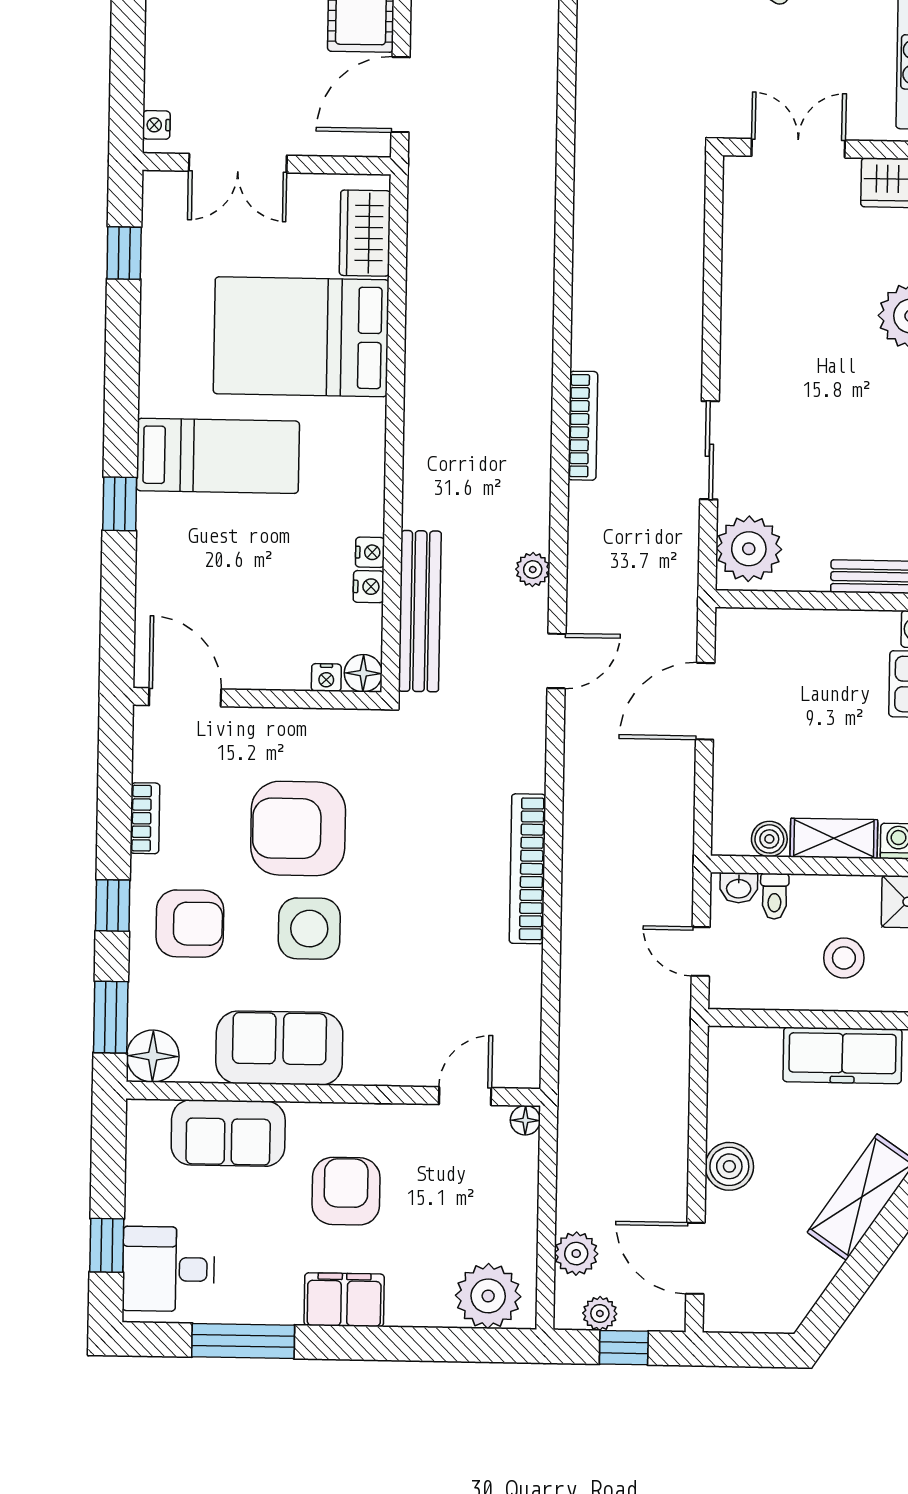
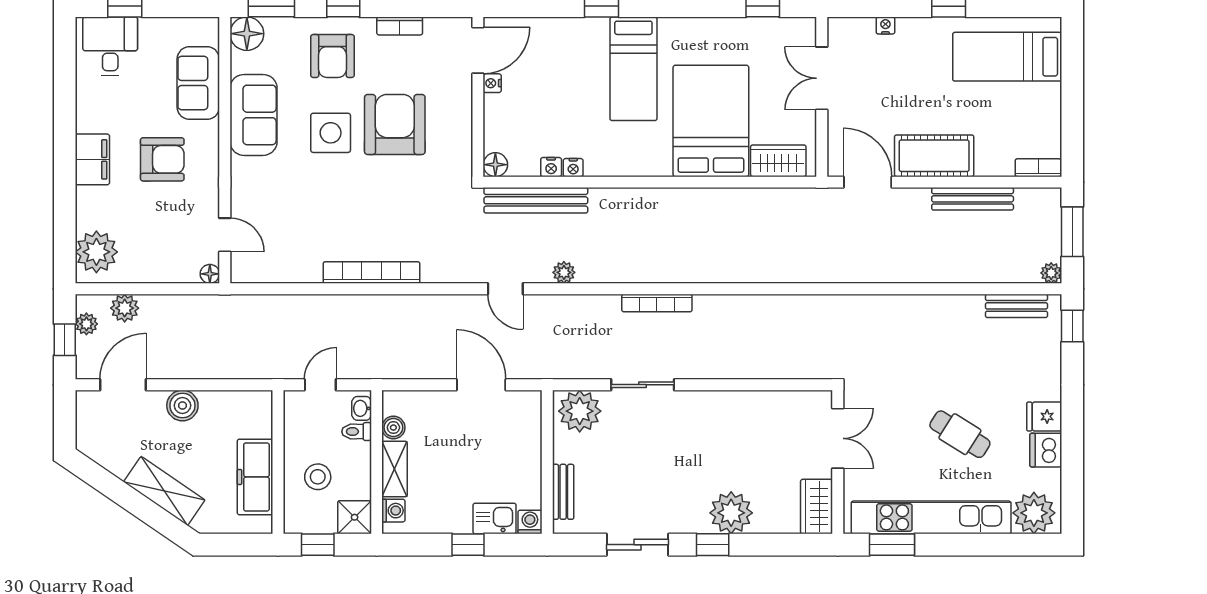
nightstand: (156, 125) -> (885, 26), moved
nightstand: (326, 678) -> (492, 83), moved
window: (243, 1341) -> (65, 95), removed

